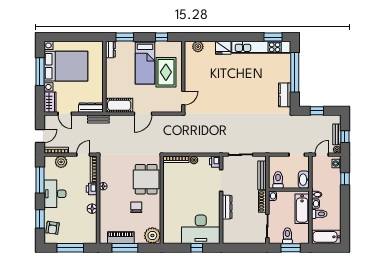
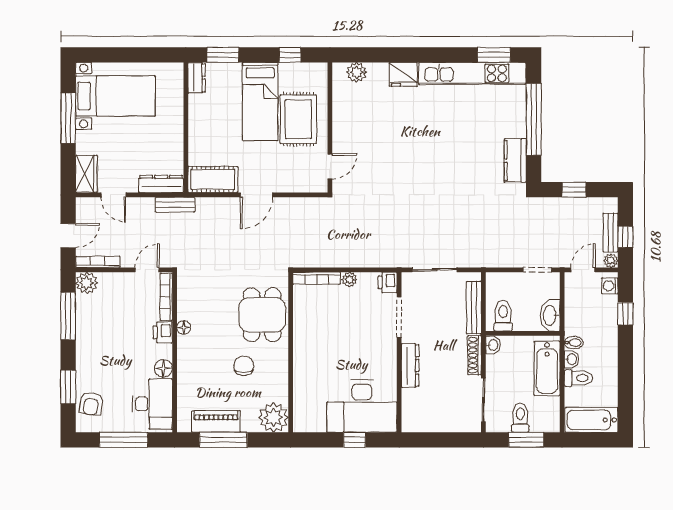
bed with nightstands: (66, 66) -> (115, 96), width x0.73
plant: (61, 162) -> (87, 283), moved
desk: (55, 194) -> (152, 404), moved, turned 180

